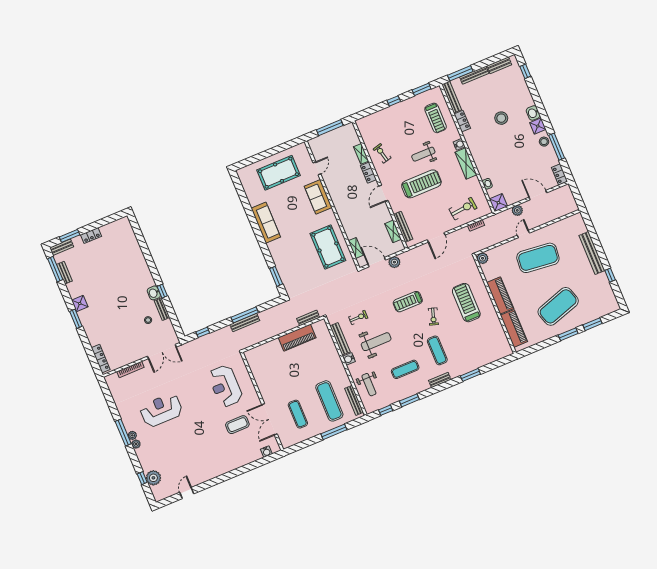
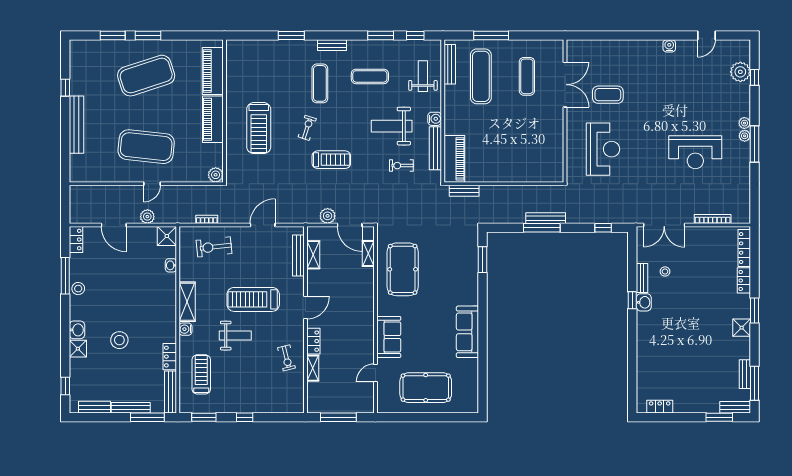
shower: (538, 126) -> (78, 349), moved
locker: (91, 235) -> (660, 407), moved
locker: (92, 336) -> (744, 280), added
piano: (297, 338) -> (454, 159), moved, turned 90
double door: (162, 352) -> (664, 225), swing flipped
water cooler: (266, 452) -> (669, 46), moved

